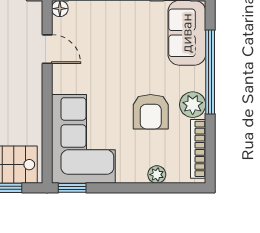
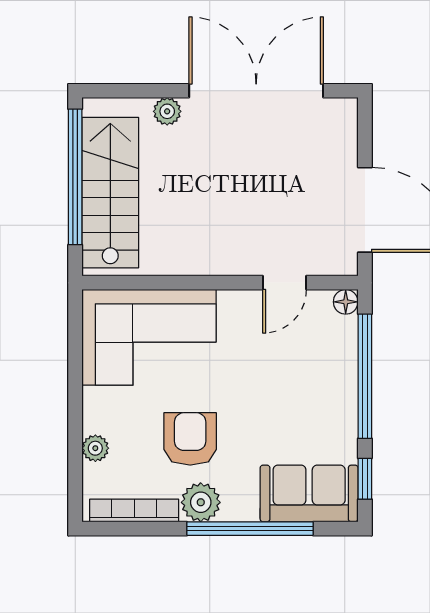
armchair: (151, 112) -> (190, 439), turned 90
window: (72, 188) -> (75, 320), removed

